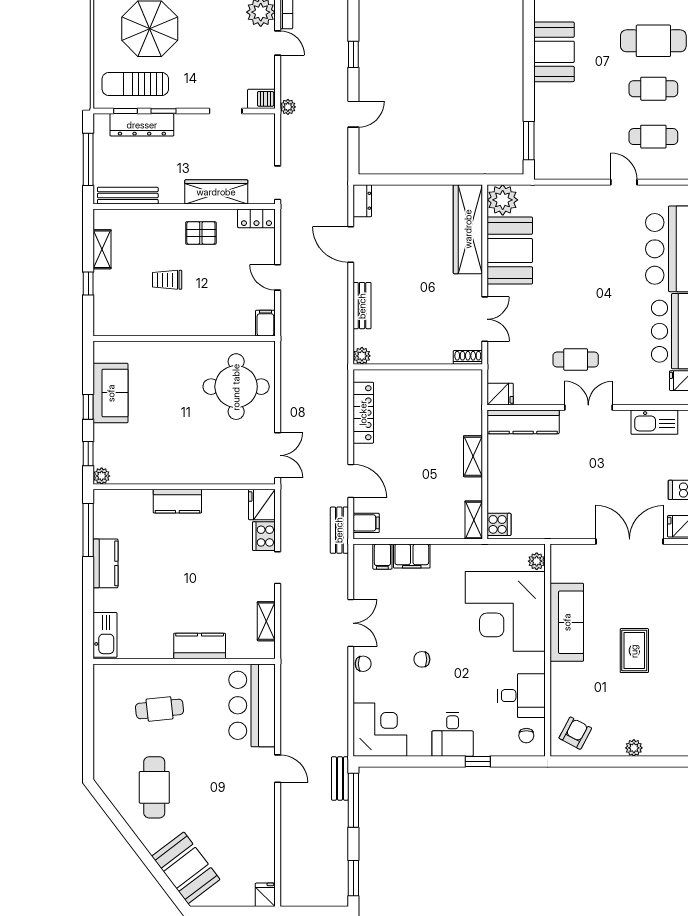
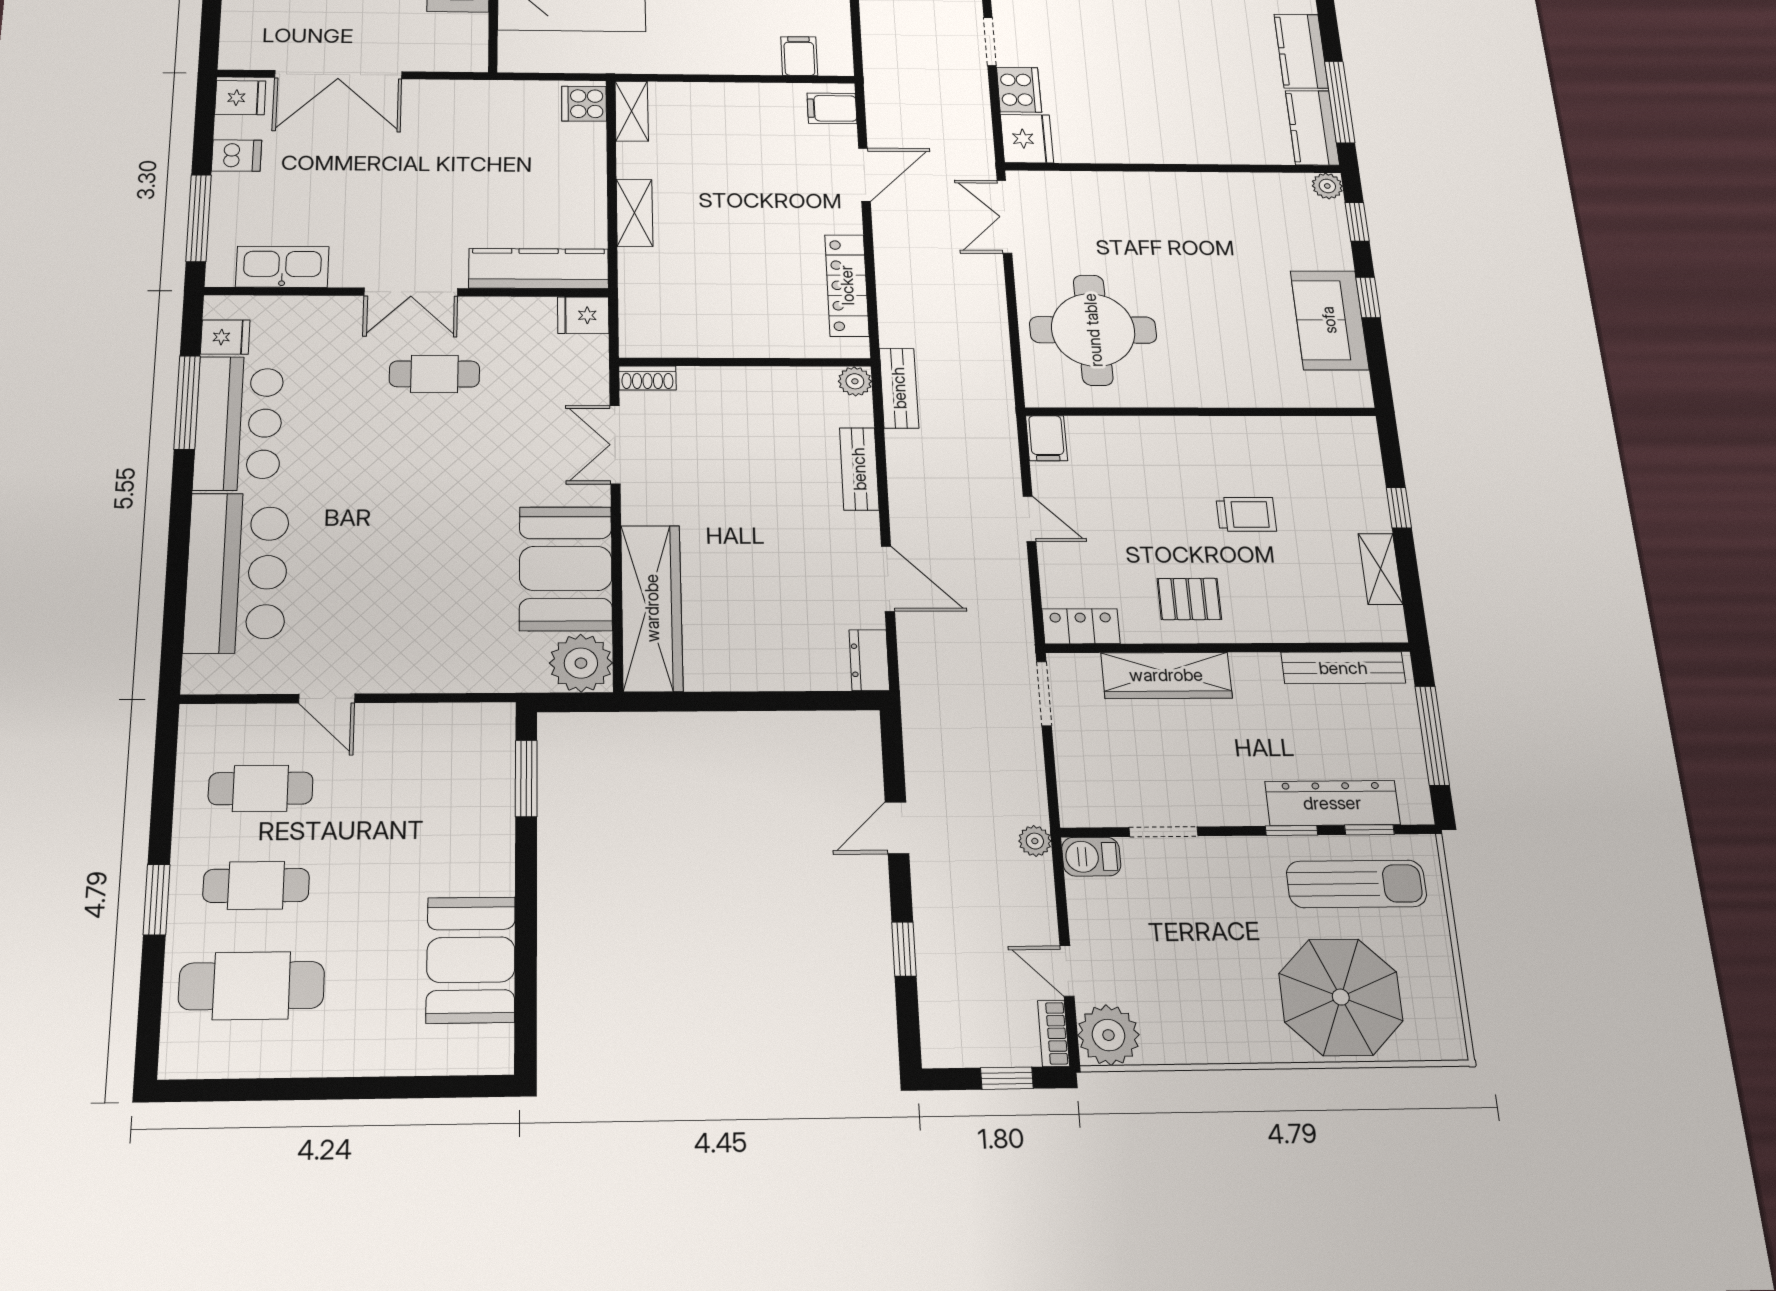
door: (351, 481) -> (864, 175), swing flipped
kitchen counter: (177, 501) -> (1312, 128), moved, turned -90
bench: (339, 530) -> (899, 388), moved
filing cabinet: (412, 556) -> (745, 56), removed
plant: (537, 561) -> (513, 46), removed

